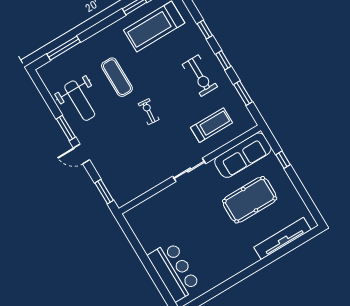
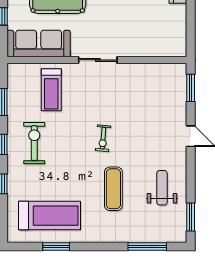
weight bench: (80, 101) -> (162, 188), width x0.73, depth x0.75
treadmill: (211, 125) -> (51, 90), turned -90
window: (66, 128) -> (191, 217), moved

